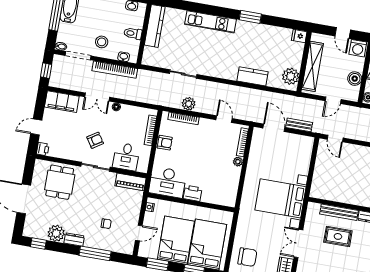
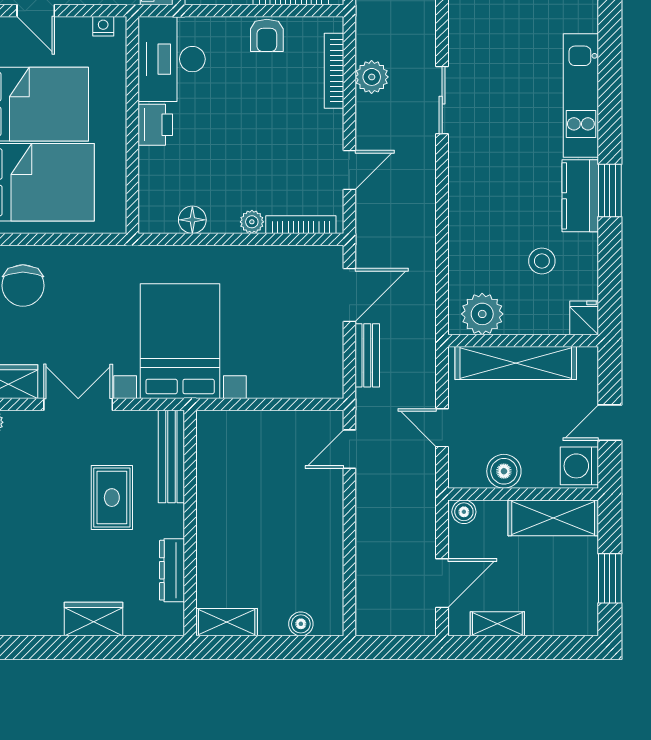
stool: (274, 49) -> (542, 261), added
sliding door: (183, 74) -> (442, 100), moved
kitchen counter: (253, 76) -> (580, 196), moved, turned 180
floor lamp: (233, 185) -> (192, 220), added
bench: (339, 212) -> (171, 457), moved

